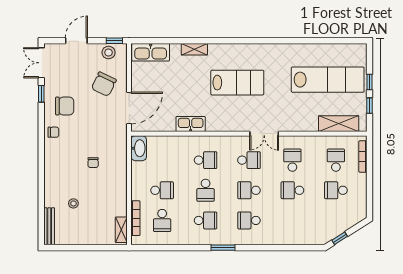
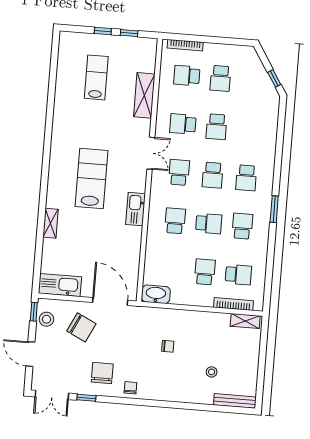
kitchen sink: (151, 52) -> (60, 285), moved, turned -90
lab bench: (328, 80) -> (96, 77), width x0.54, depth x0.72
kitchen sink: (191, 124) -> (135, 209), moved
shelving: (339, 124) -> (144, 95), moved

